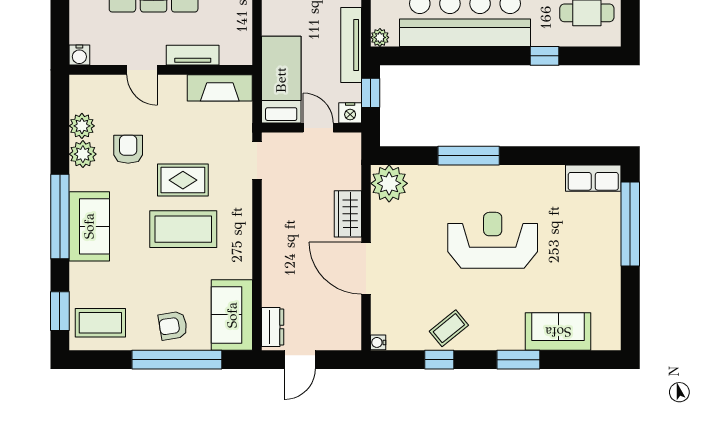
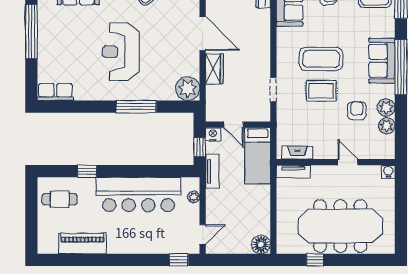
plant: (380, 37) -> (194, 197), moved
tv unit: (351, 45) -> (212, 171), width x0.71
tv unit: (193, 55) -> (293, 172), moved
fireplace: (220, 88) -> (297, 153), width x0.73, depth x0.76
armchair: (128, 149) -> (357, 111), turned 180
doorway: (257, 160) -> (273, 90), moved
window: (630, 224) -> (31, 31), moved
reception desk: (493, 240) -> (121, 52), turned 90

